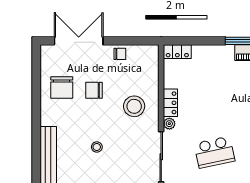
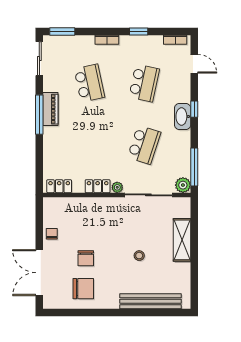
locker: (177, 52) -> (59, 186), moved, turned -90
stool: (134, 106) -> (101, 220), removed
school desk: (215, 152) -> (144, 145), turned 30

